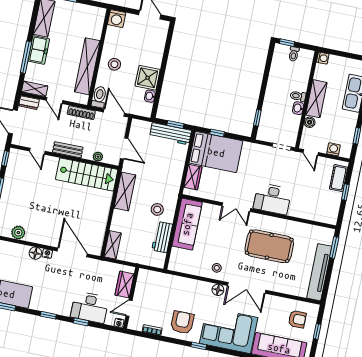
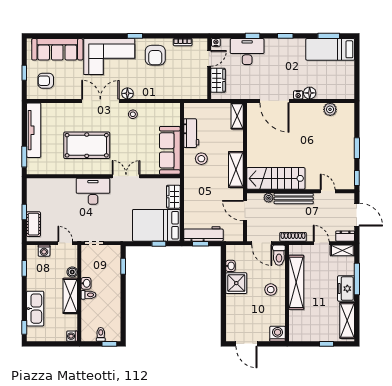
bench: (68, 150) -> (294, 198), width x1.36

